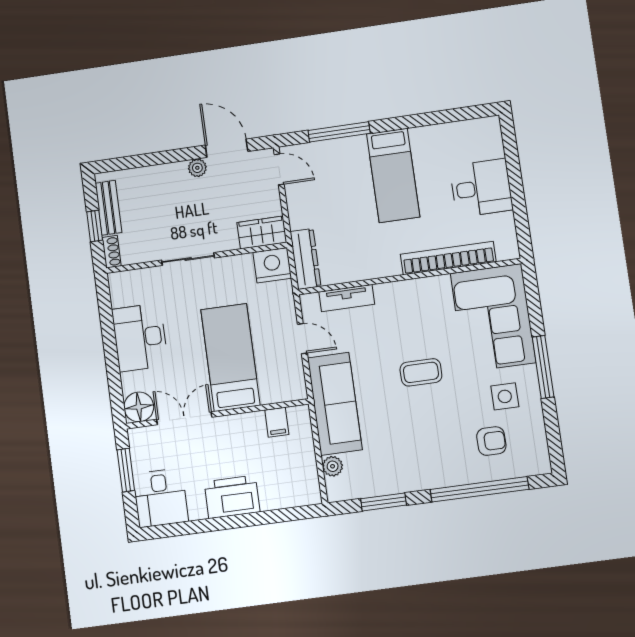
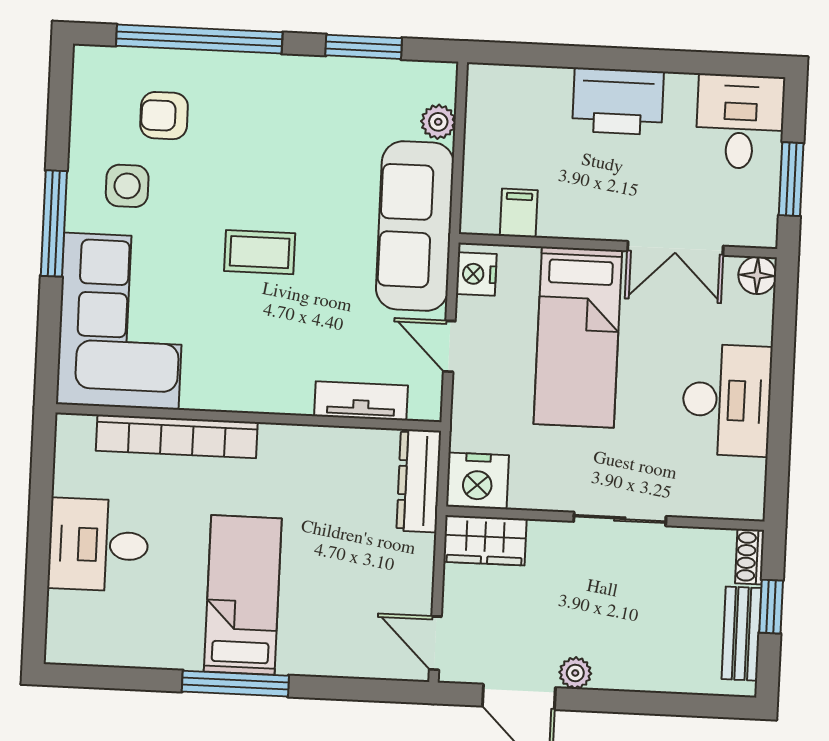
window: (339, 132) -> (235, 684), moved
nightstand: (295, 383) -> (476, 274), added
floor lamp: (139, 407) -> (757, 275), width x0.73, depth x0.73

